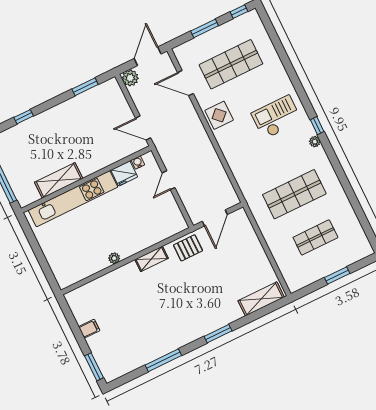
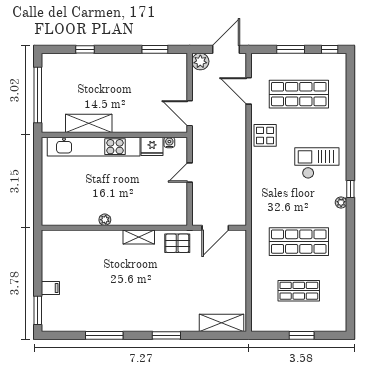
filing cabinet: (89, 329) -> (50, 288), moved

